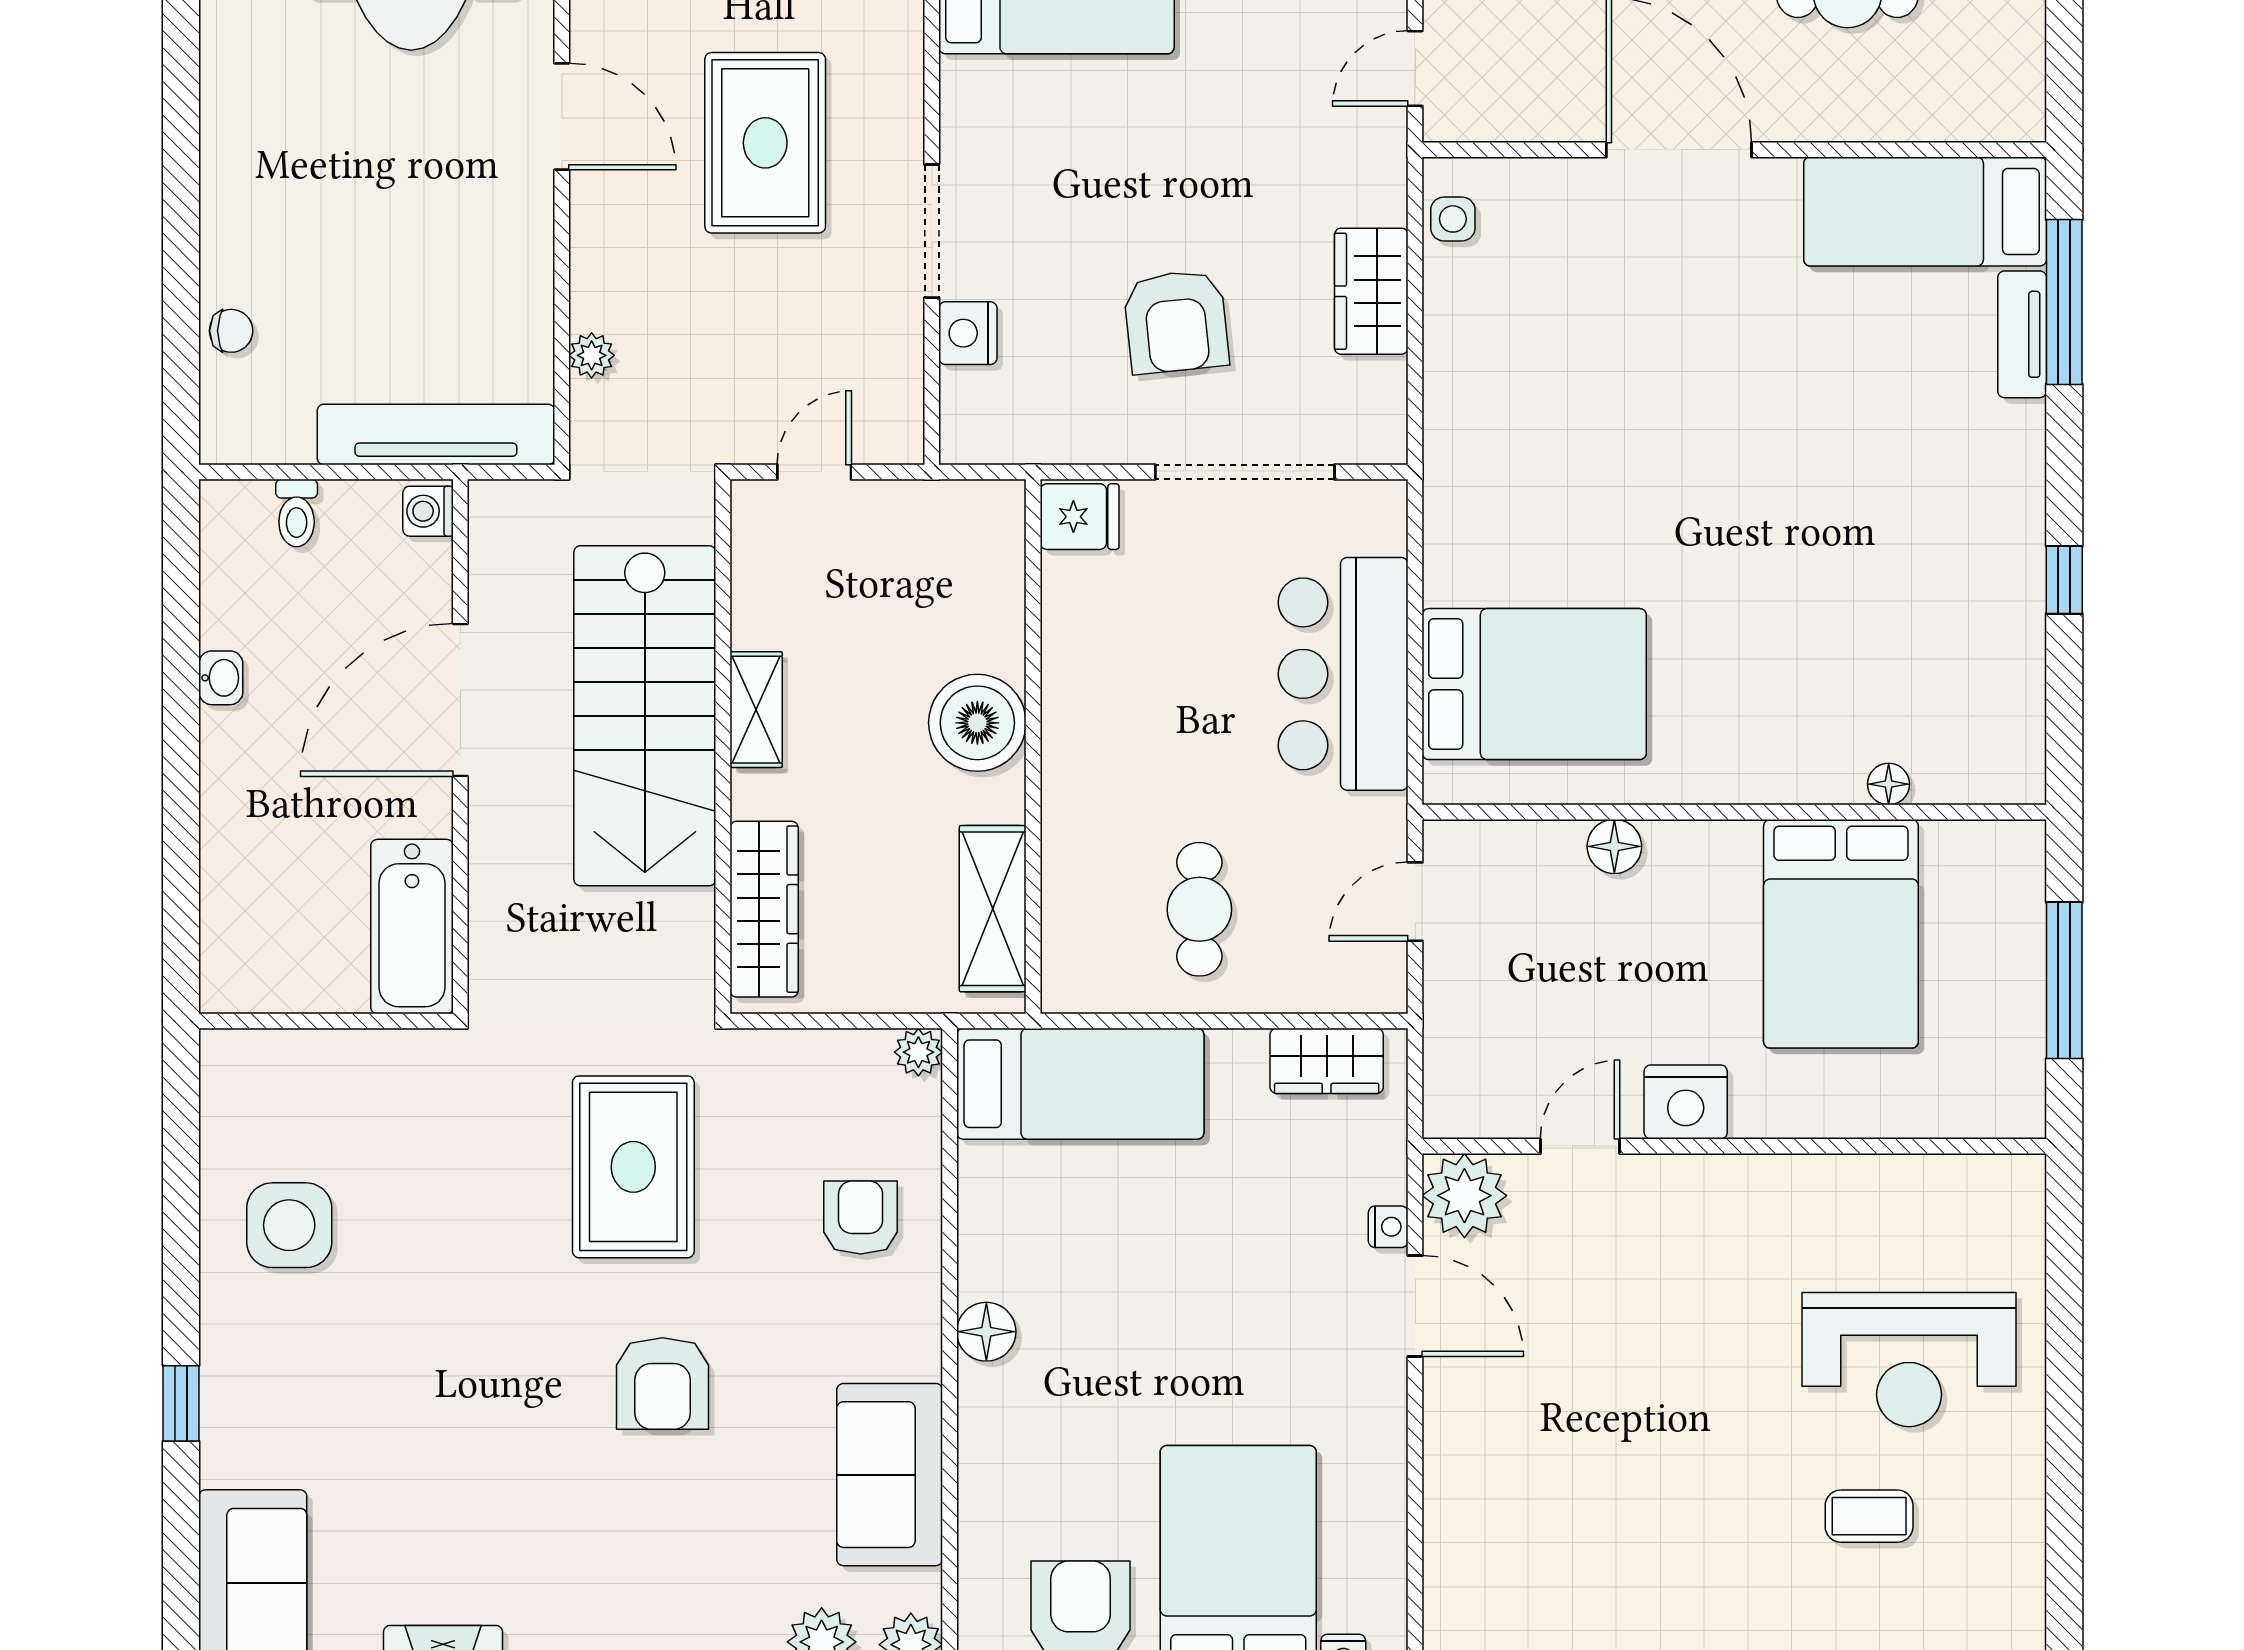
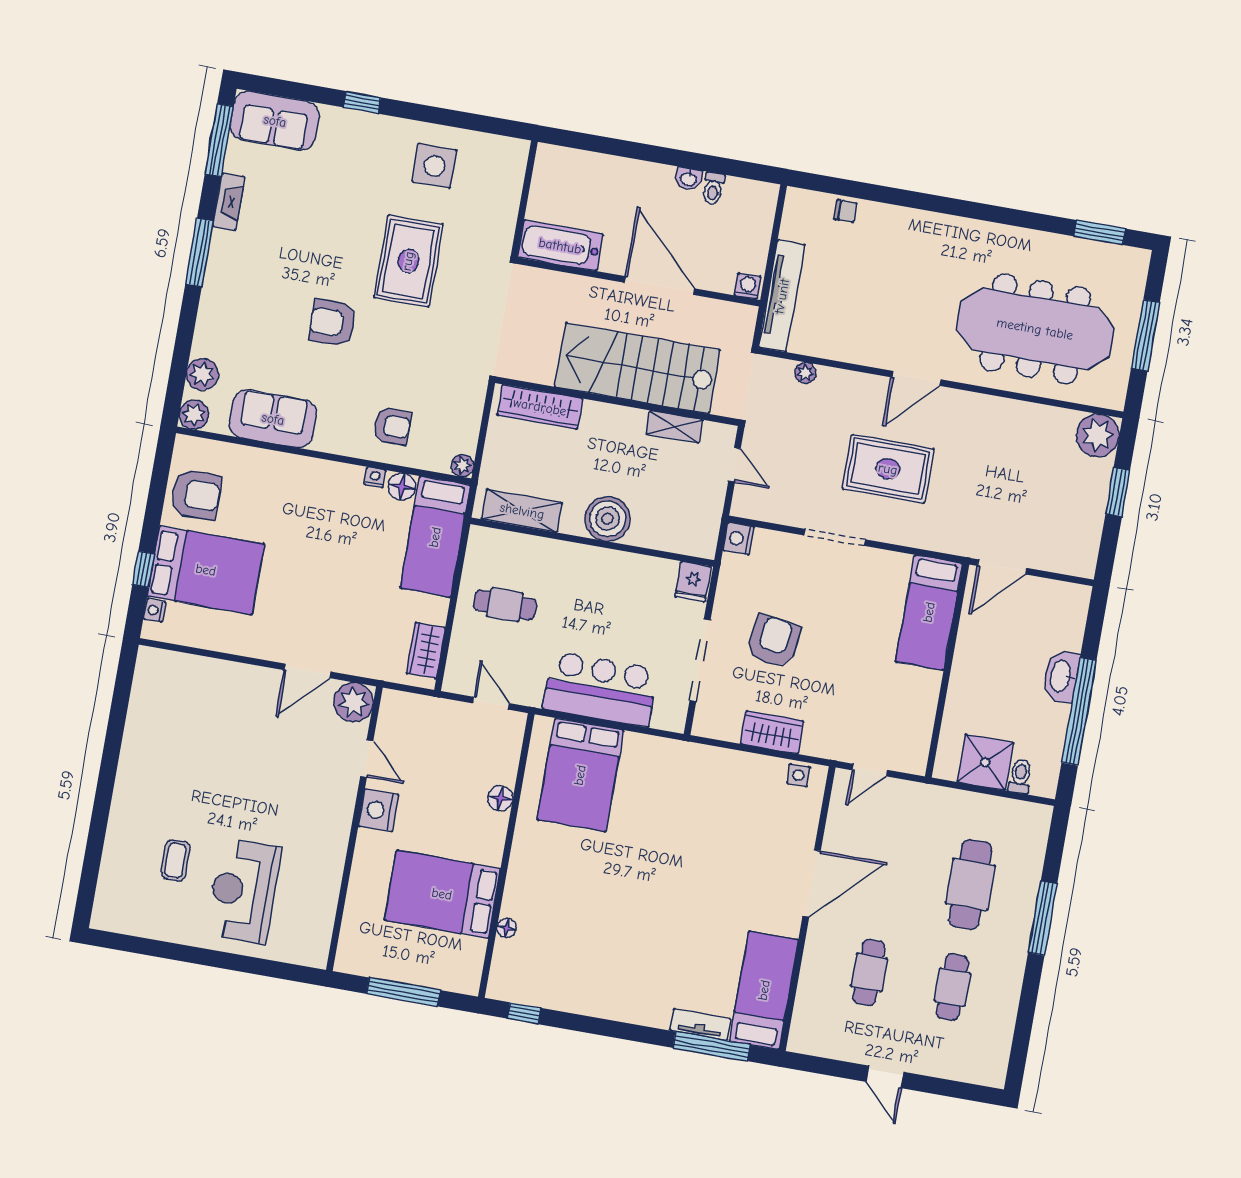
door: (1415, 69) -> (870, 770), swing flipped
armchair: (1176, 322) -> (774, 641), turned 104
chair: (231, 331) -> (845, 211), turned -90
nightstand: (968, 333) -> (738, 539), moved, turned -90
toilet: (297, 513) -> (713, 189), moved, turned -90
window: (2064, 580) -> (524, 1013), moved
shelving: (756, 710) -> (674, 427), moved
rug: (633, 1167) -> (408, 261), moved, turned 90
nightstand: (1388, 1227) -> (375, 477), moved, turned 180
floor lamp: (986, 1332) -> (402, 487), moved

